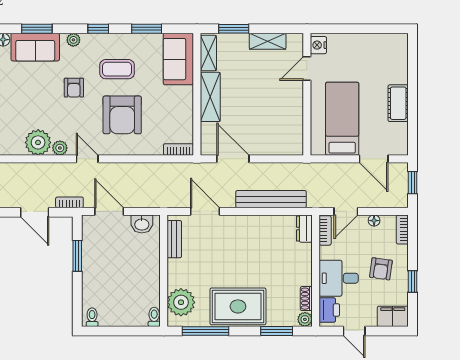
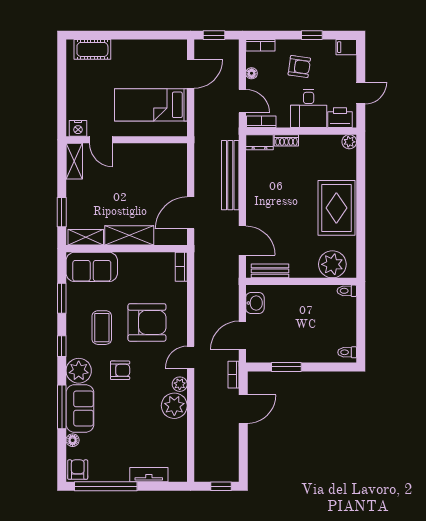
window: (37, 29) -> (62, 407), width x1.44
plant: (73, 40) -> (79, 371), width x1.87, depth x1.87
shelving: (268, 41) -> (74, 161), moved
cot: (398, 103) -> (92, 49), moved
door: (205, 211) -> (242, 241), swing flipped
shoe rack: (306, 299) -> (286, 140), moved
filing cabinet: (393, 316) -> (346, 47), width x0.50
window: (206, 331) -> (361, 240), removed
window: (277, 331) -> (361, 170), removed

